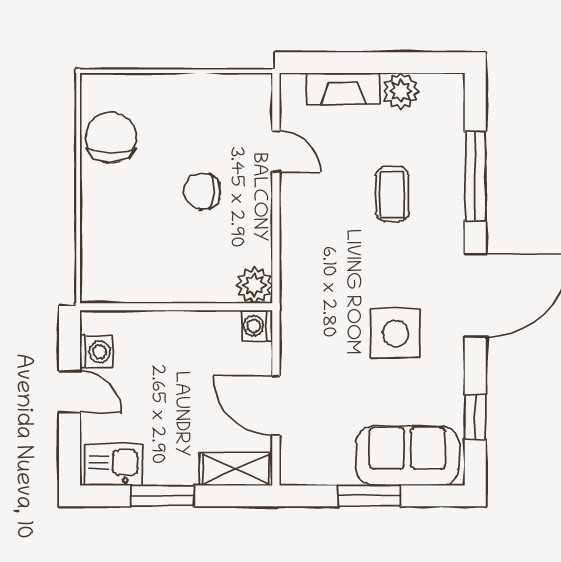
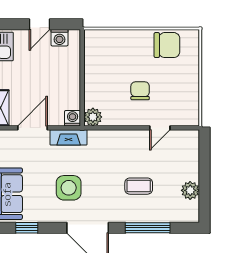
fireplace: (343, 89) -> (69, 137), moved, turned -90

